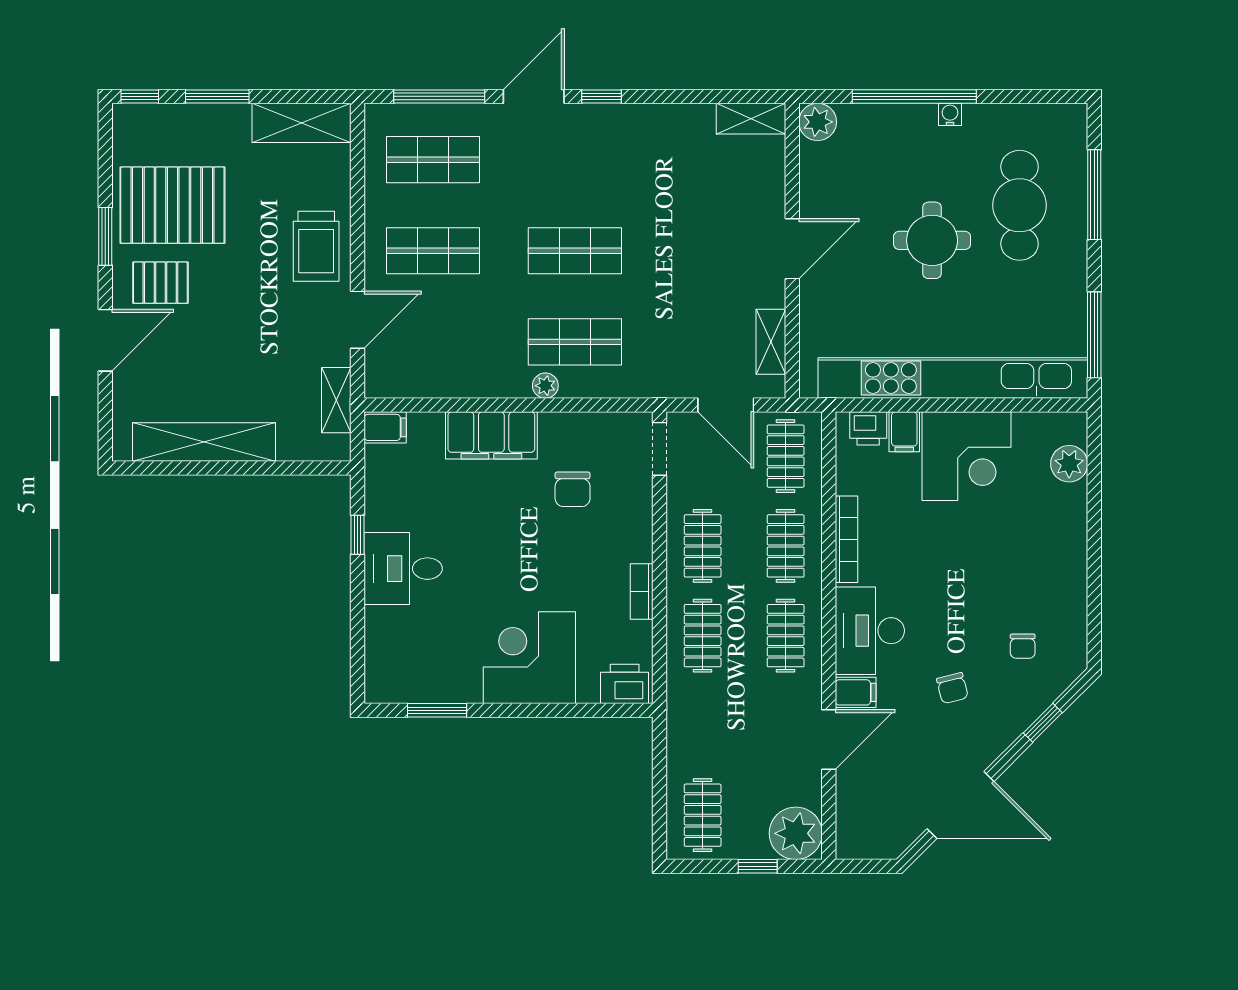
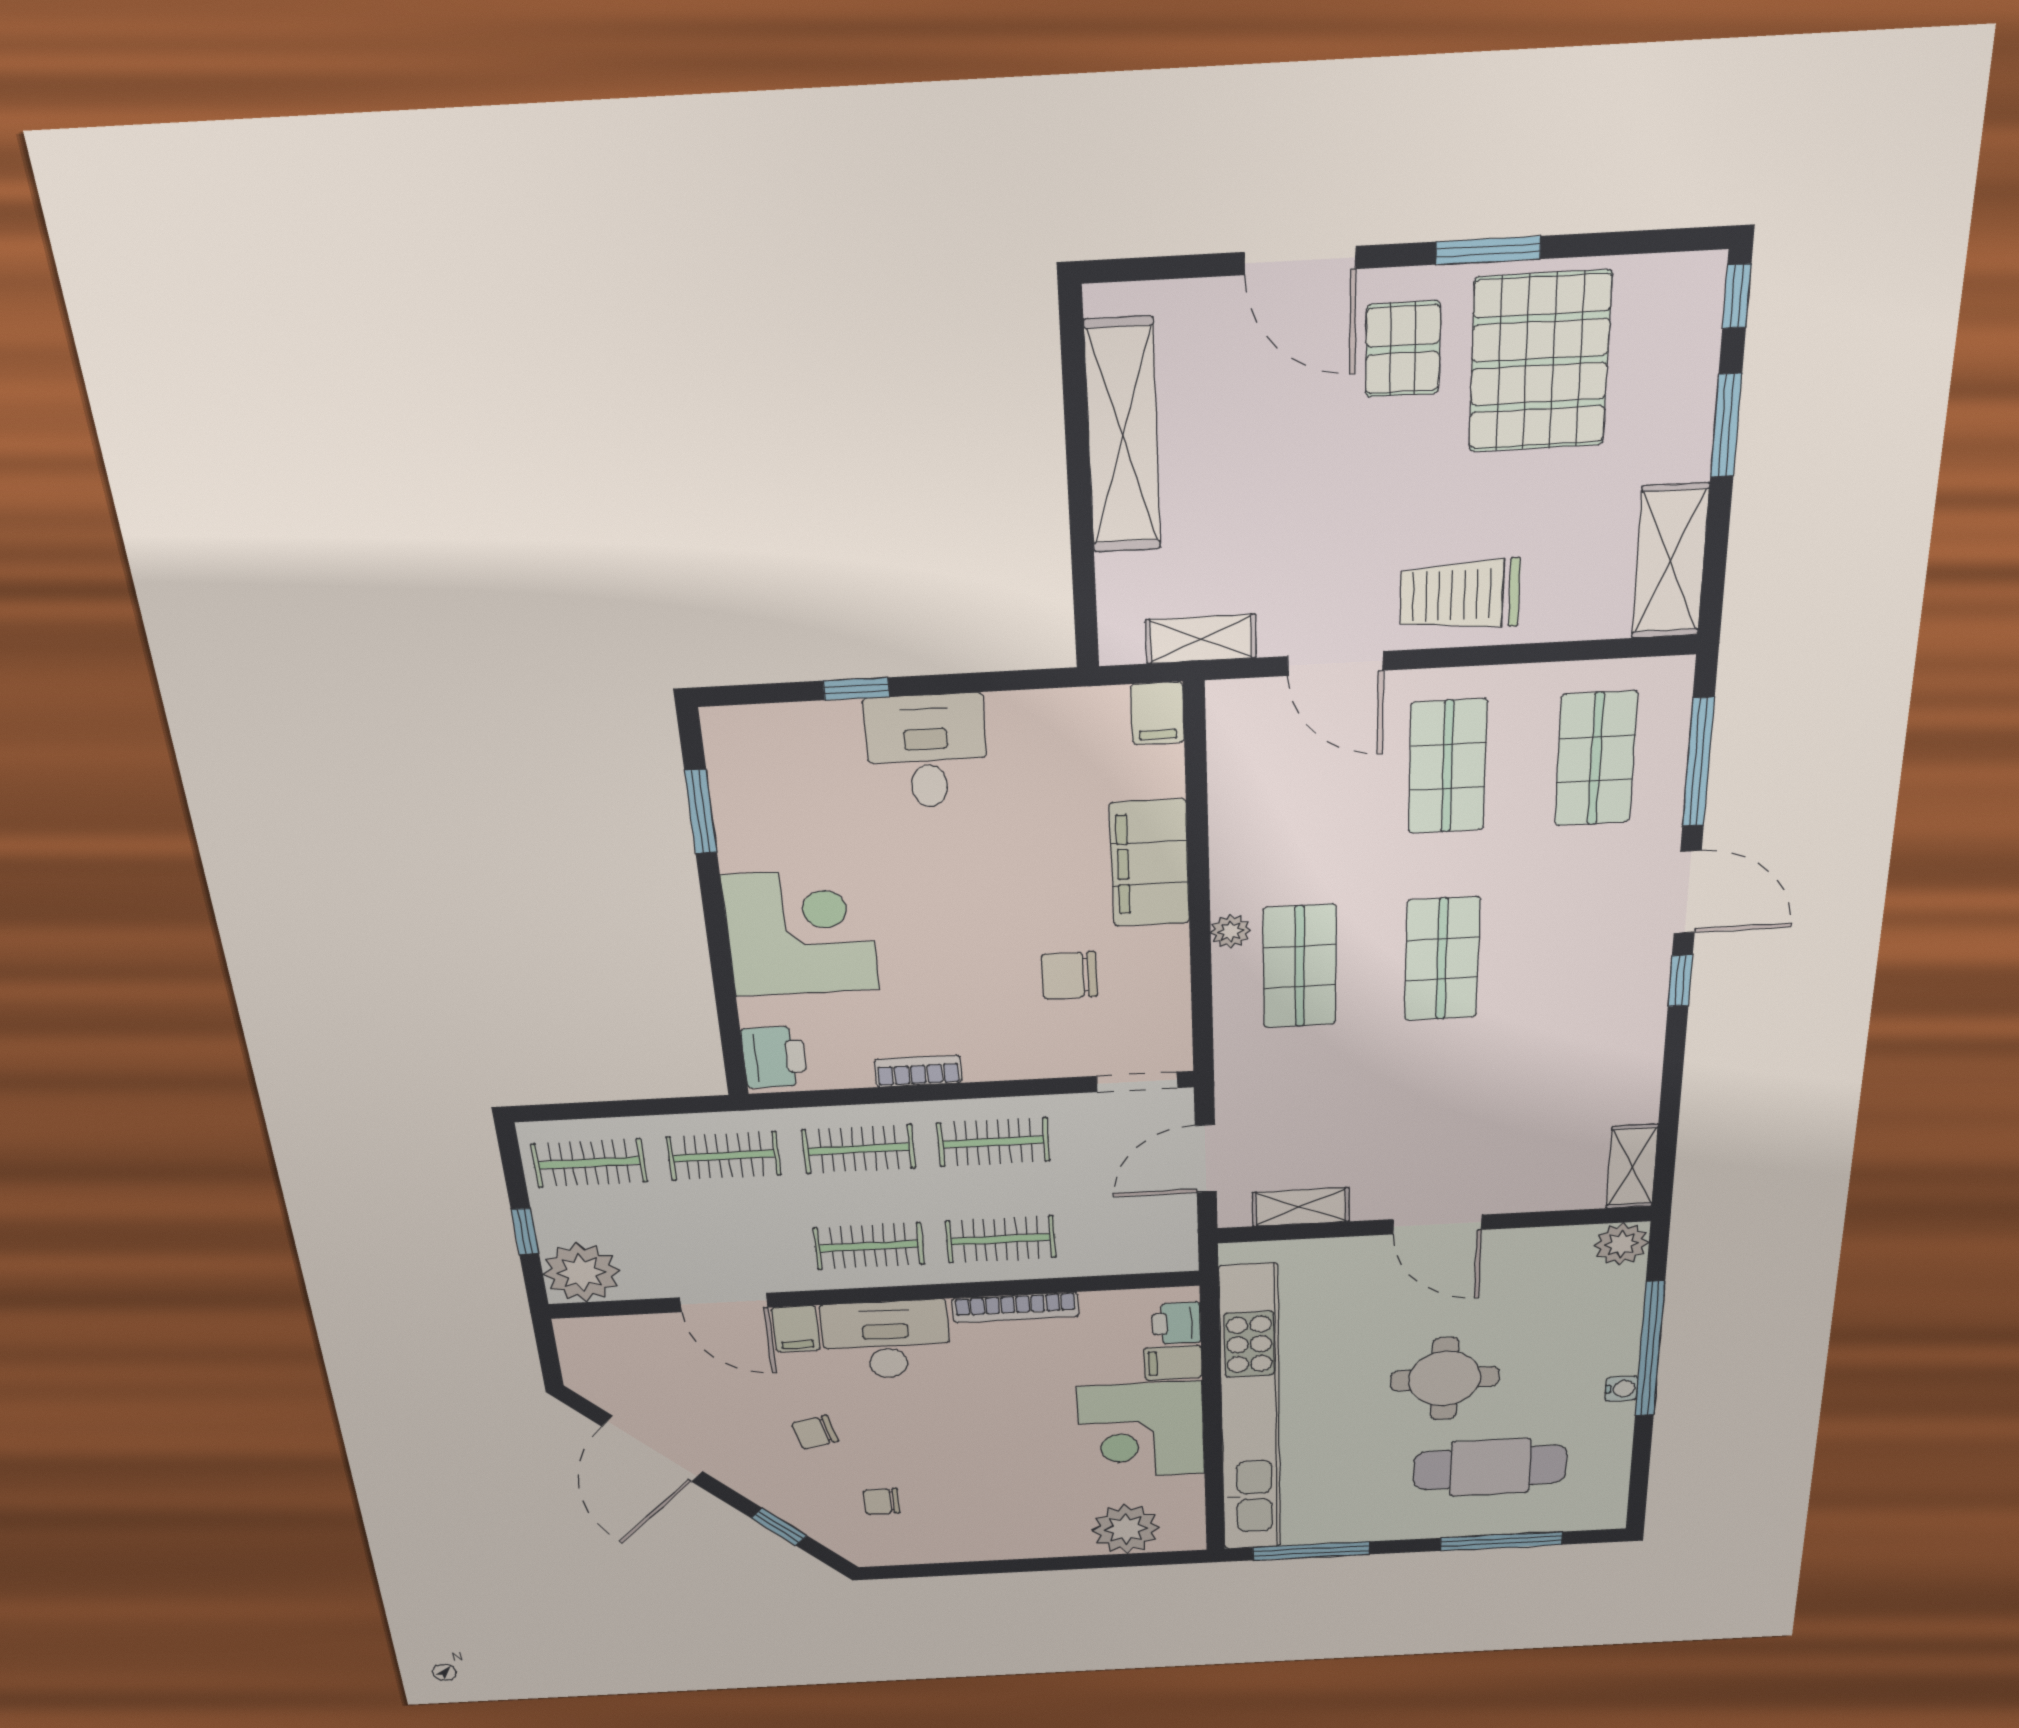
clothes rail: (786, 456) -> (724, 1156), moved
plant: (1069, 464) -> (1126, 1529), width x1.36, depth x1.36
window: (358, 535) -> (856, 689), moved

